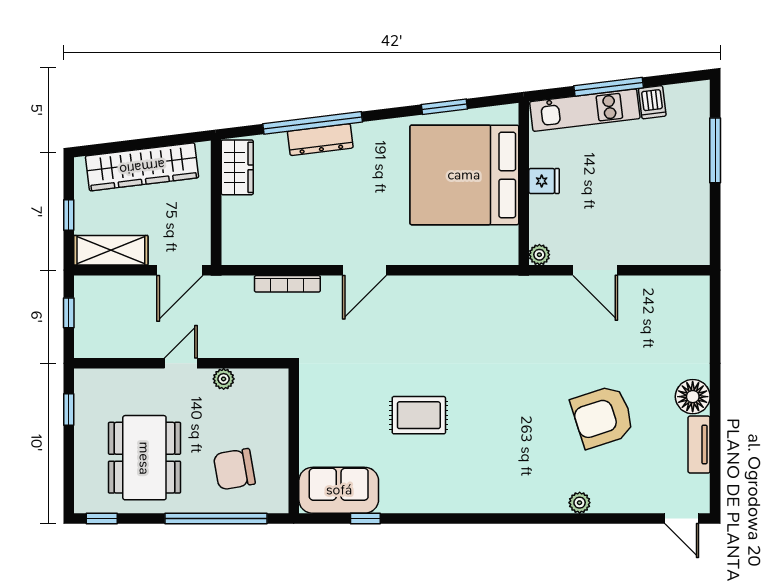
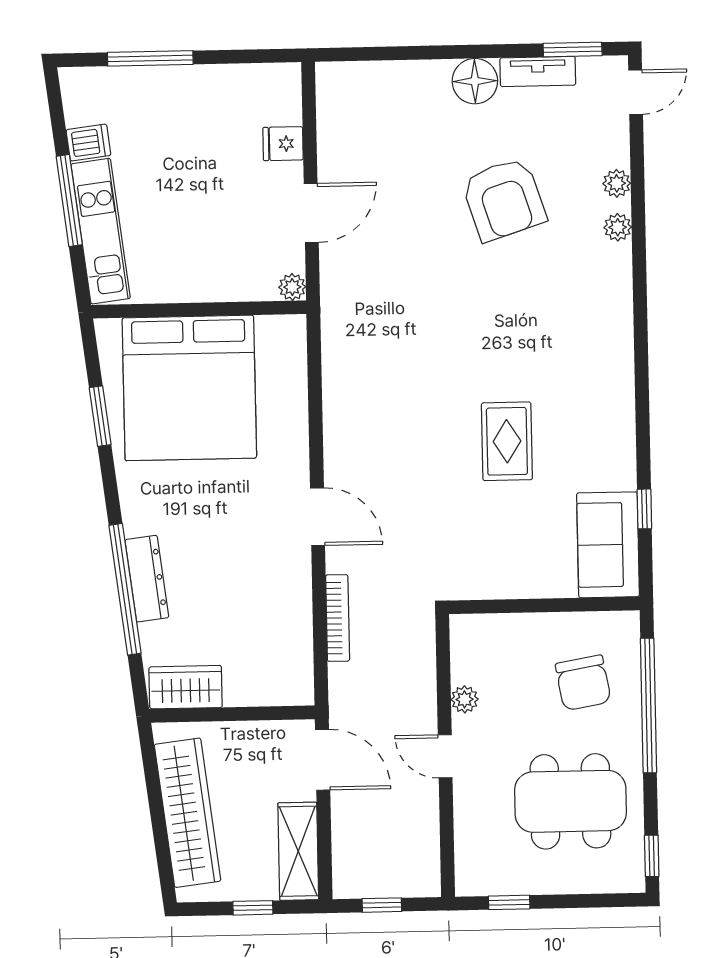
fridge: (544, 181) -> (283, 144), moved, turned -90
window: (715, 471) -> (573, 50), added
plant: (613, 503) -> (617, 183), added

